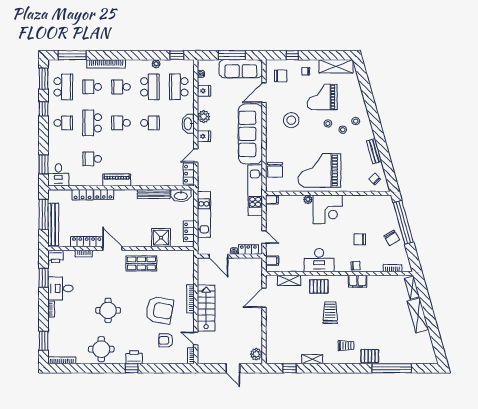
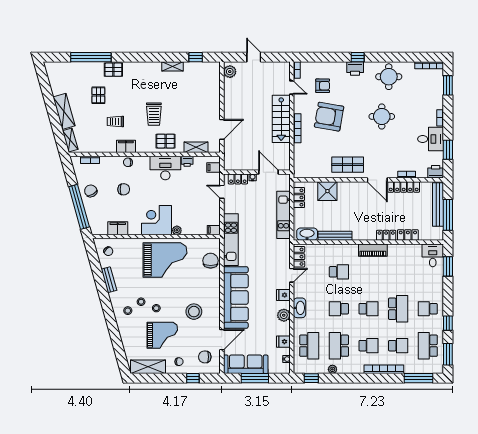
school desk: (92, 159) -> (339, 272), moved
filing cabinet: (366, 201) -> (118, 228), added
printer: (298, 267) -> (187, 161), added
pallet: (384, 331) -> (98, 95), added
trolley: (346, 346) -> (115, 122), moved

